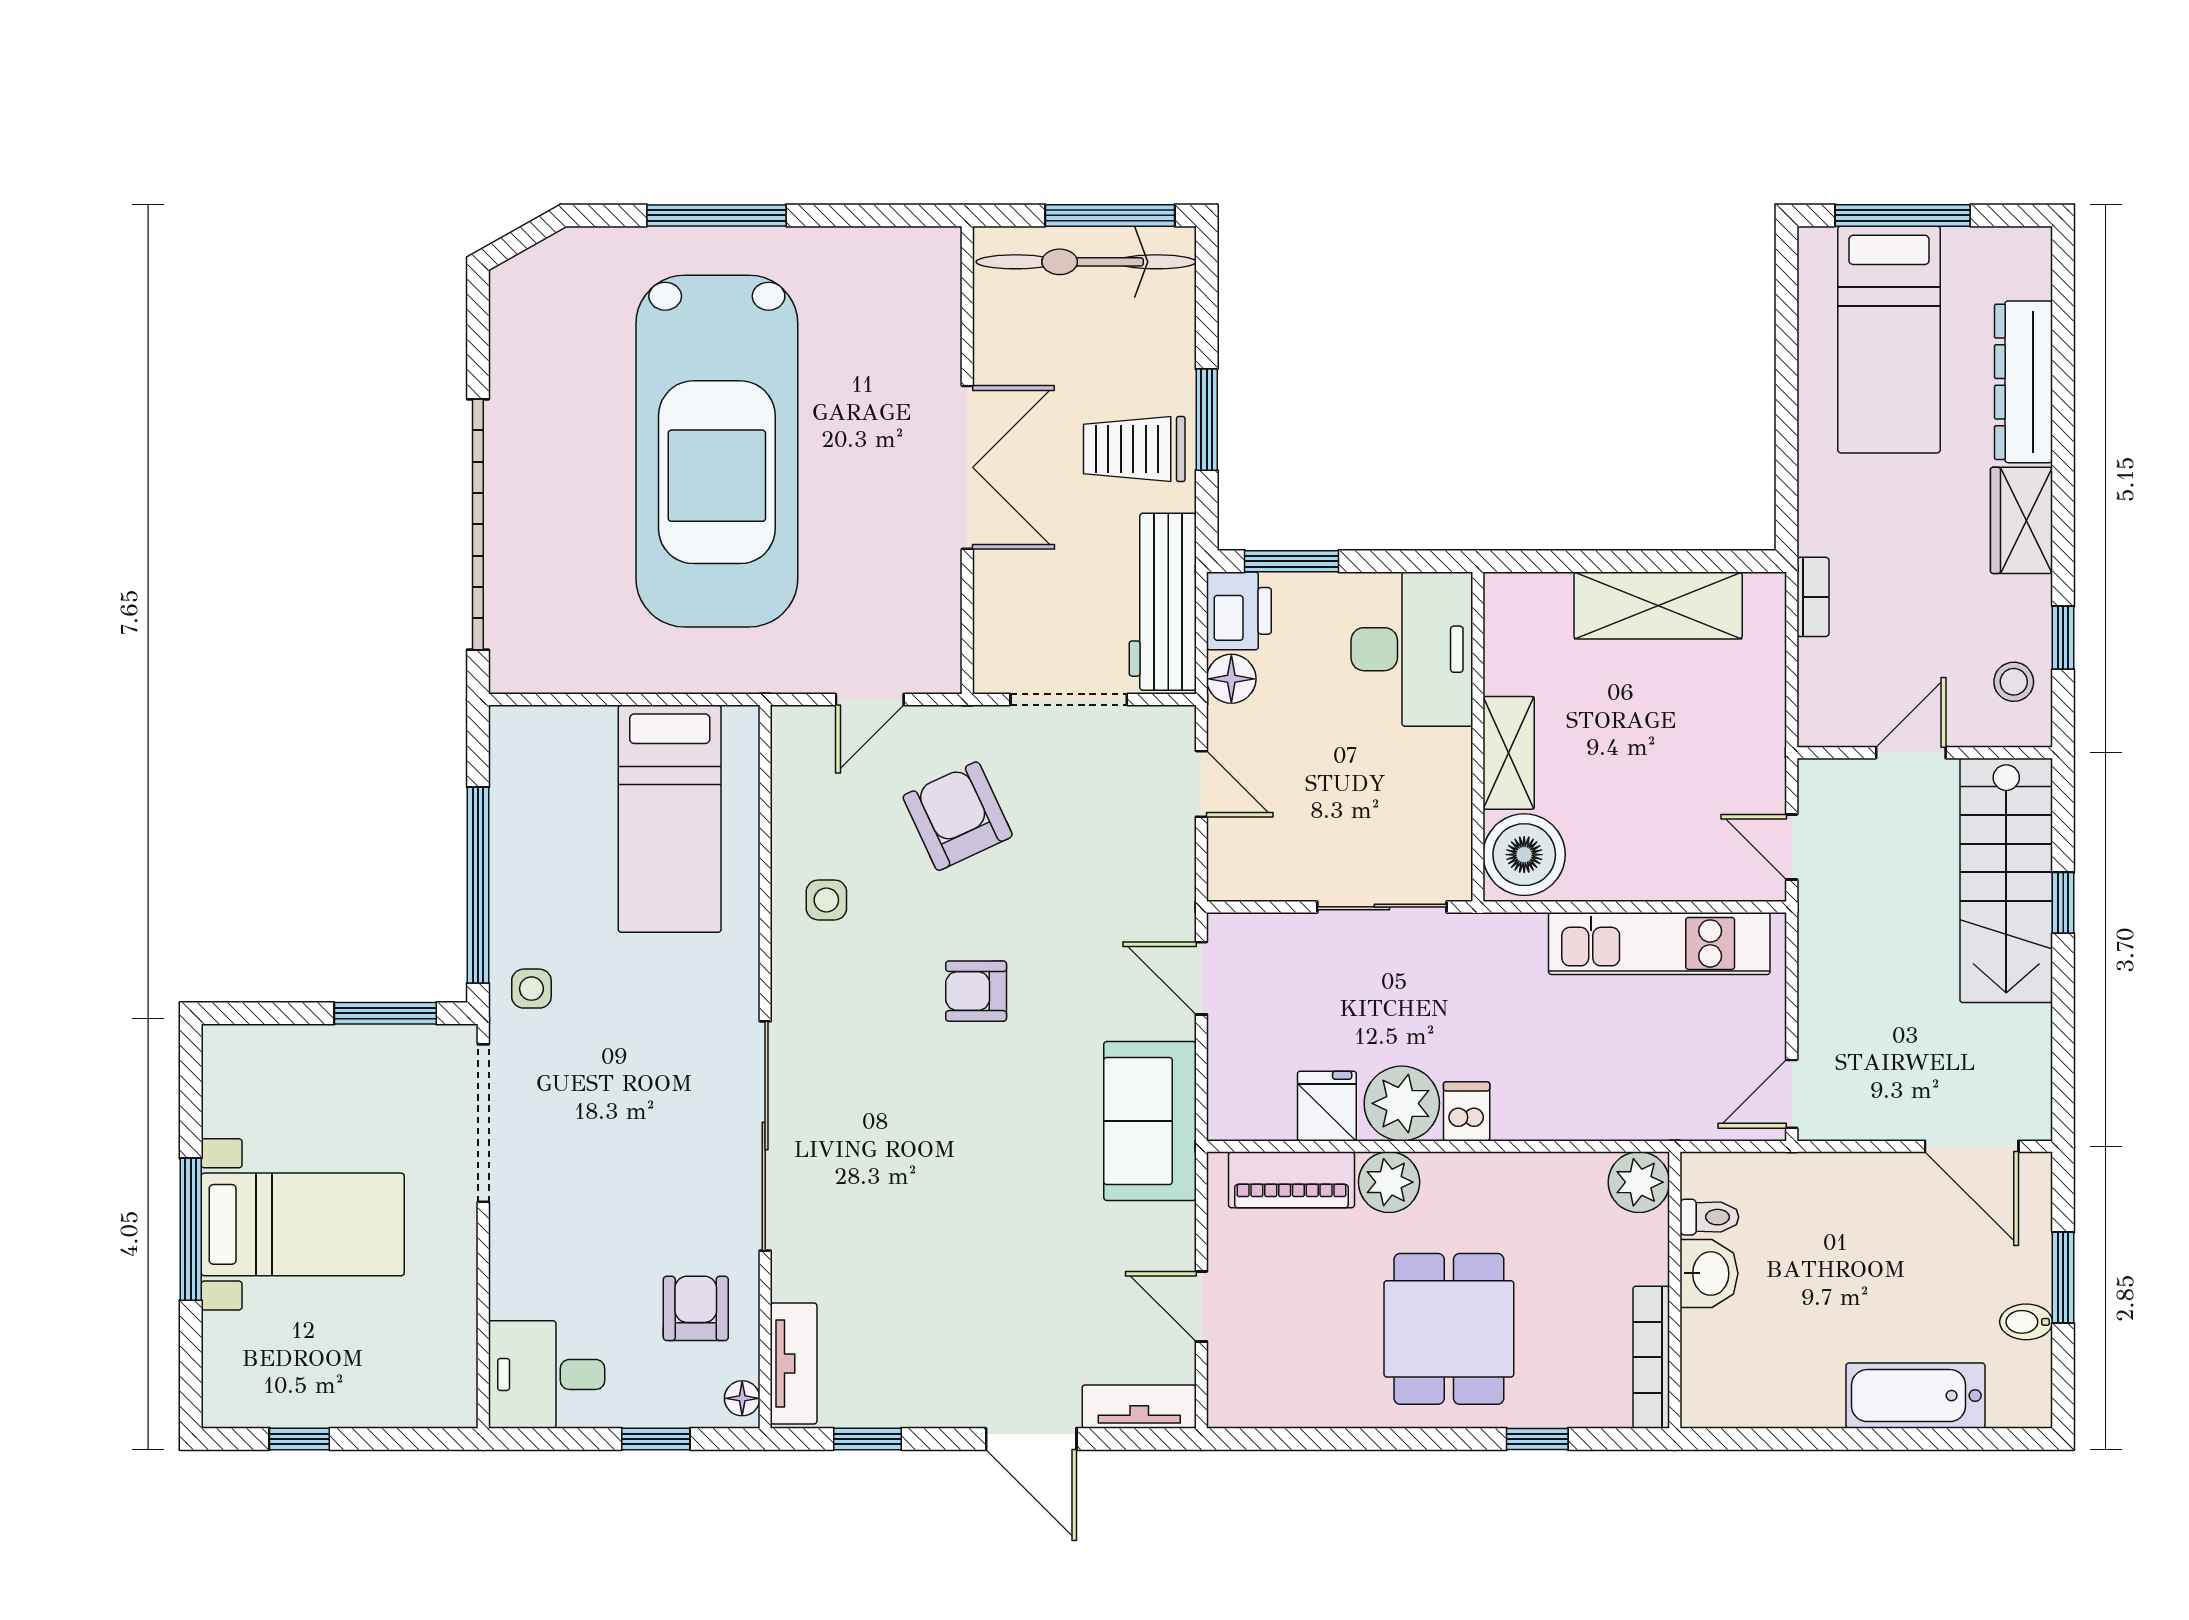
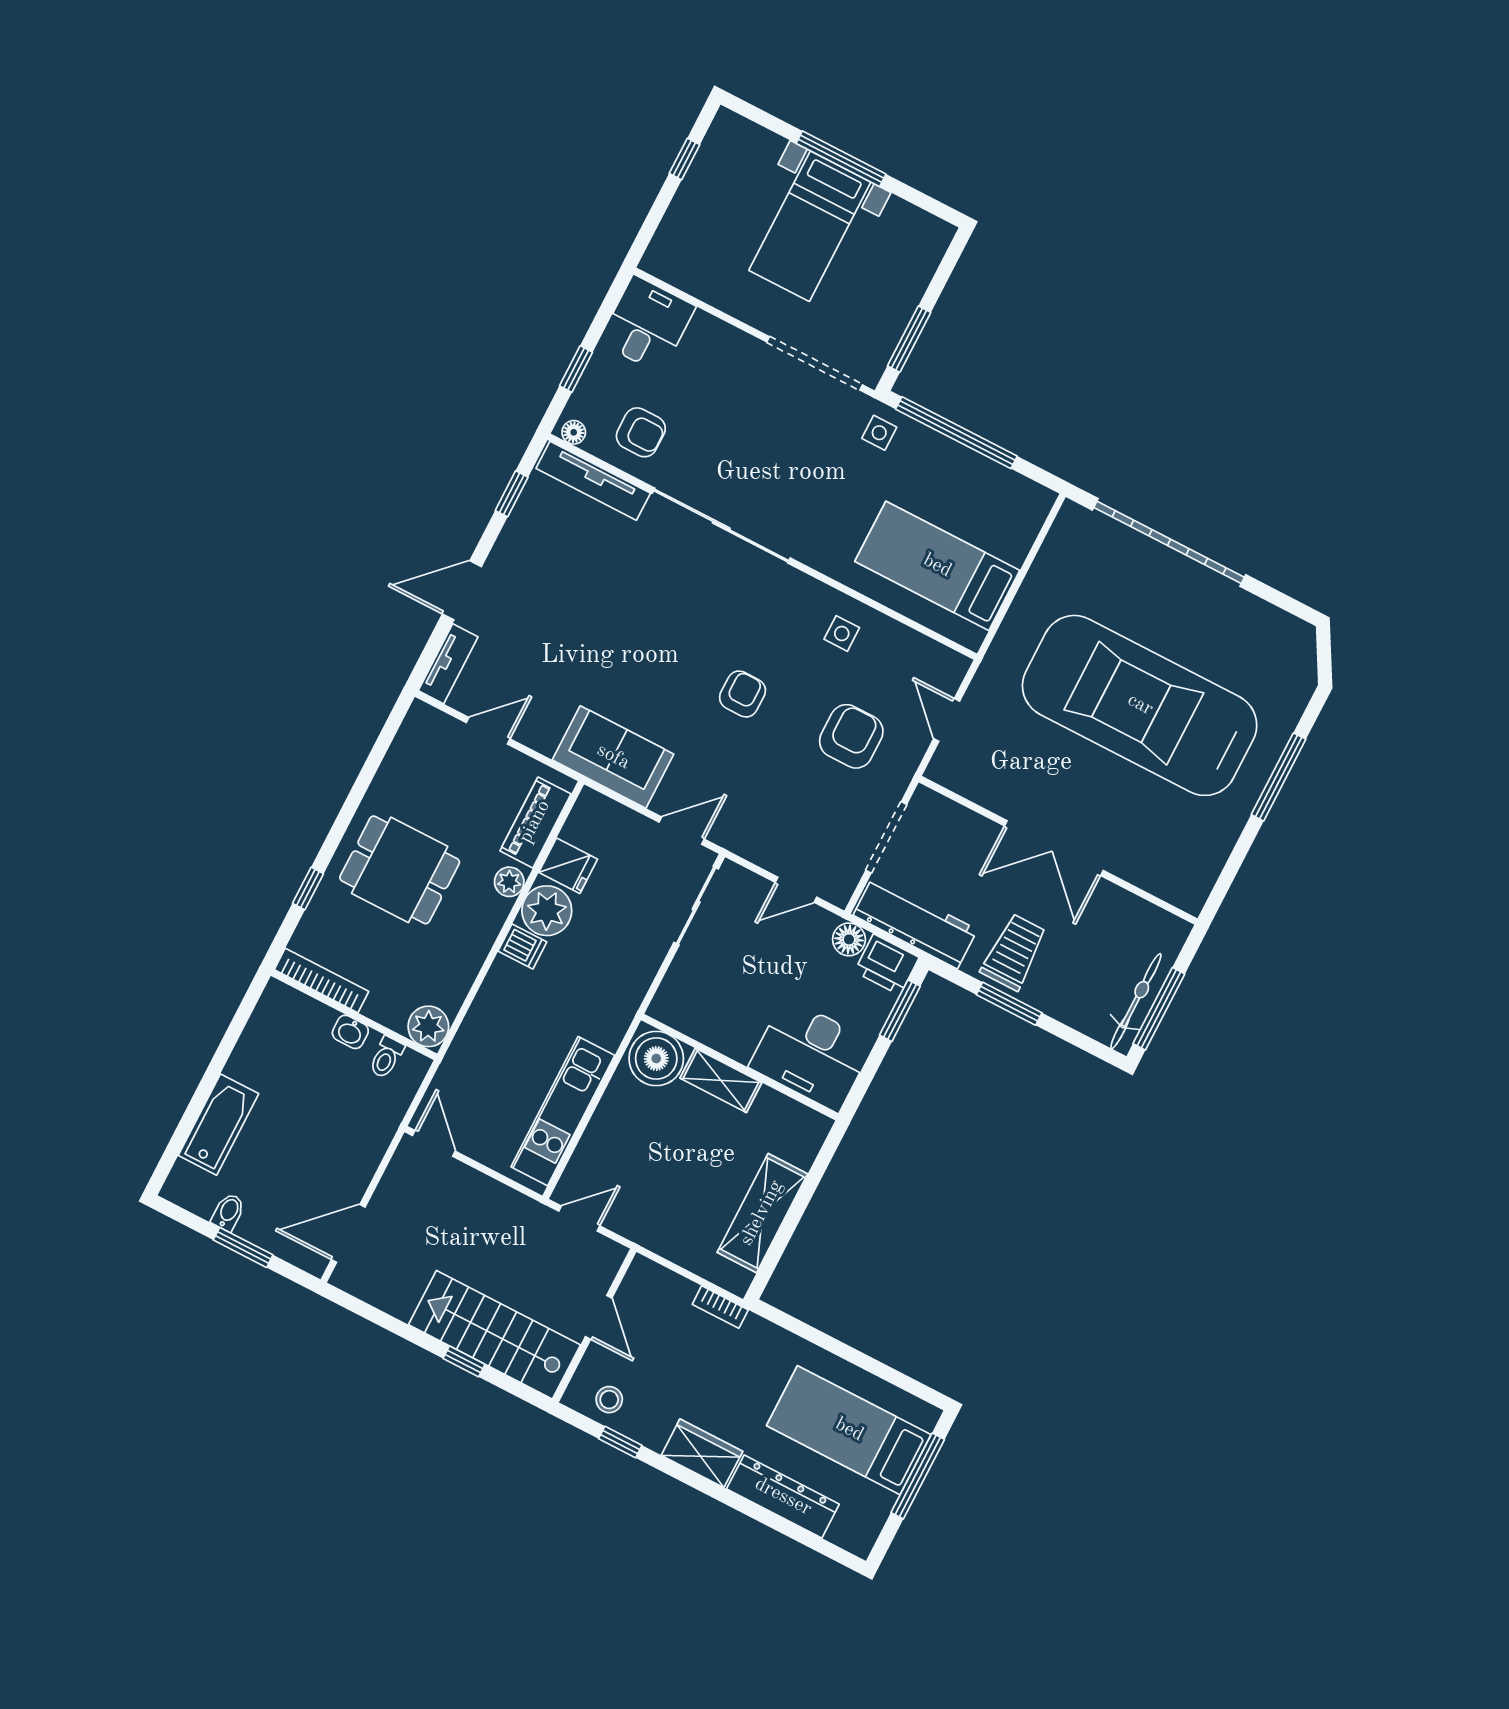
bicycle: (1086, 262) -> (1136, 1001), width x0.73, depth x0.71
armchair: (958, 816) -> (851, 736), turned -65
sliding door: (1382, 907) -> (696, 906), moved
plant: (1389, 1182) -> (509, 882), width x0.73, depth x0.73
washbasin: (1709, 1273) -> (350, 1032), width x0.72, depth x0.69
tv unit: (794, 1363) -> (593, 481), width x1.41

